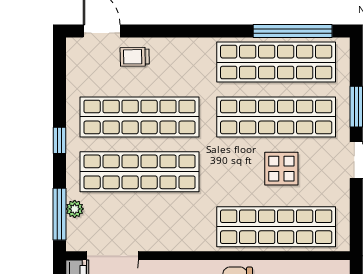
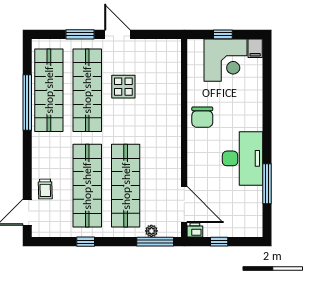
window: (293, 31) -> (27, 103), moved
window: (59, 140) -> (86, 242), moved
shop shelf: (276, 227) -> (164, 90), removed

